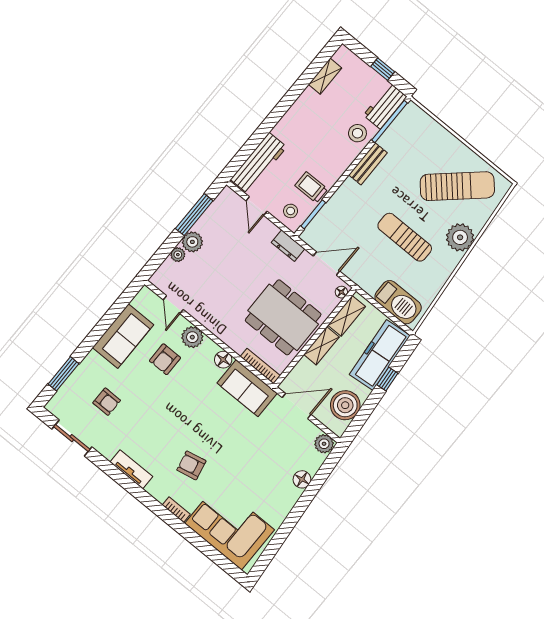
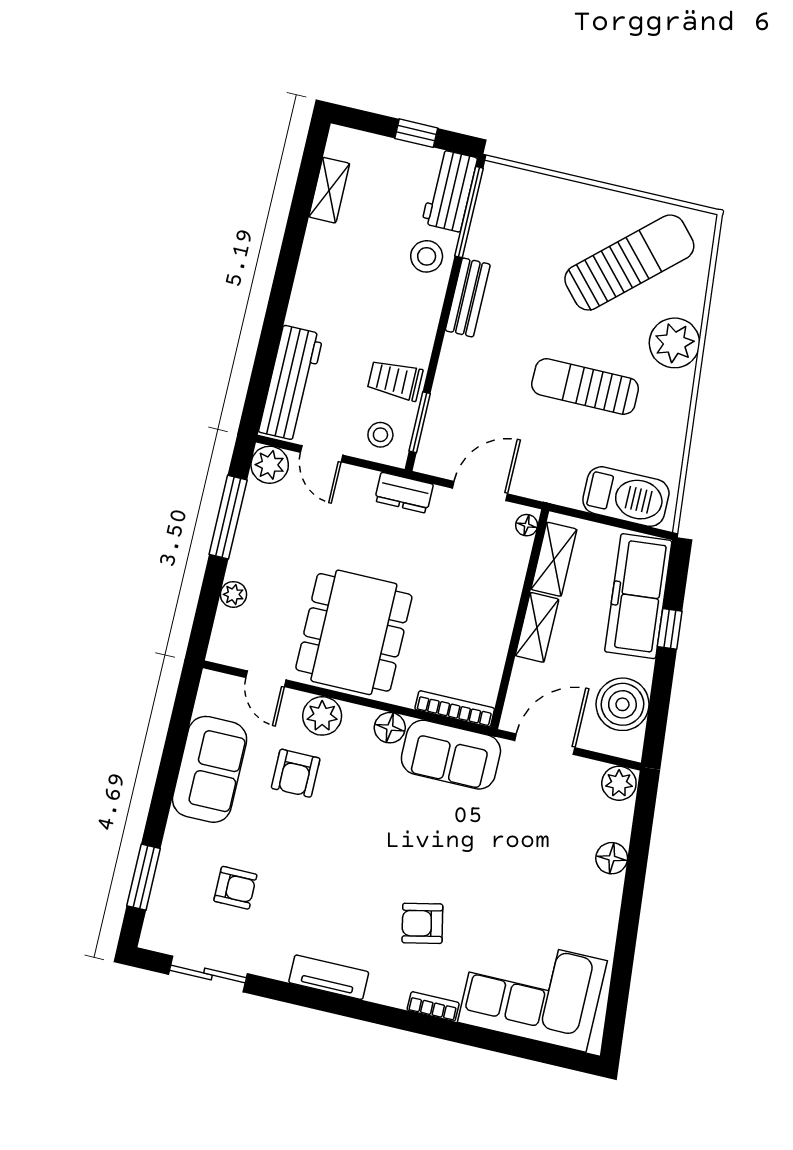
plant: (192, 242) -> (270, 465), moved
dining table: (283, 317) -> (354, 632), moved, turned 90

